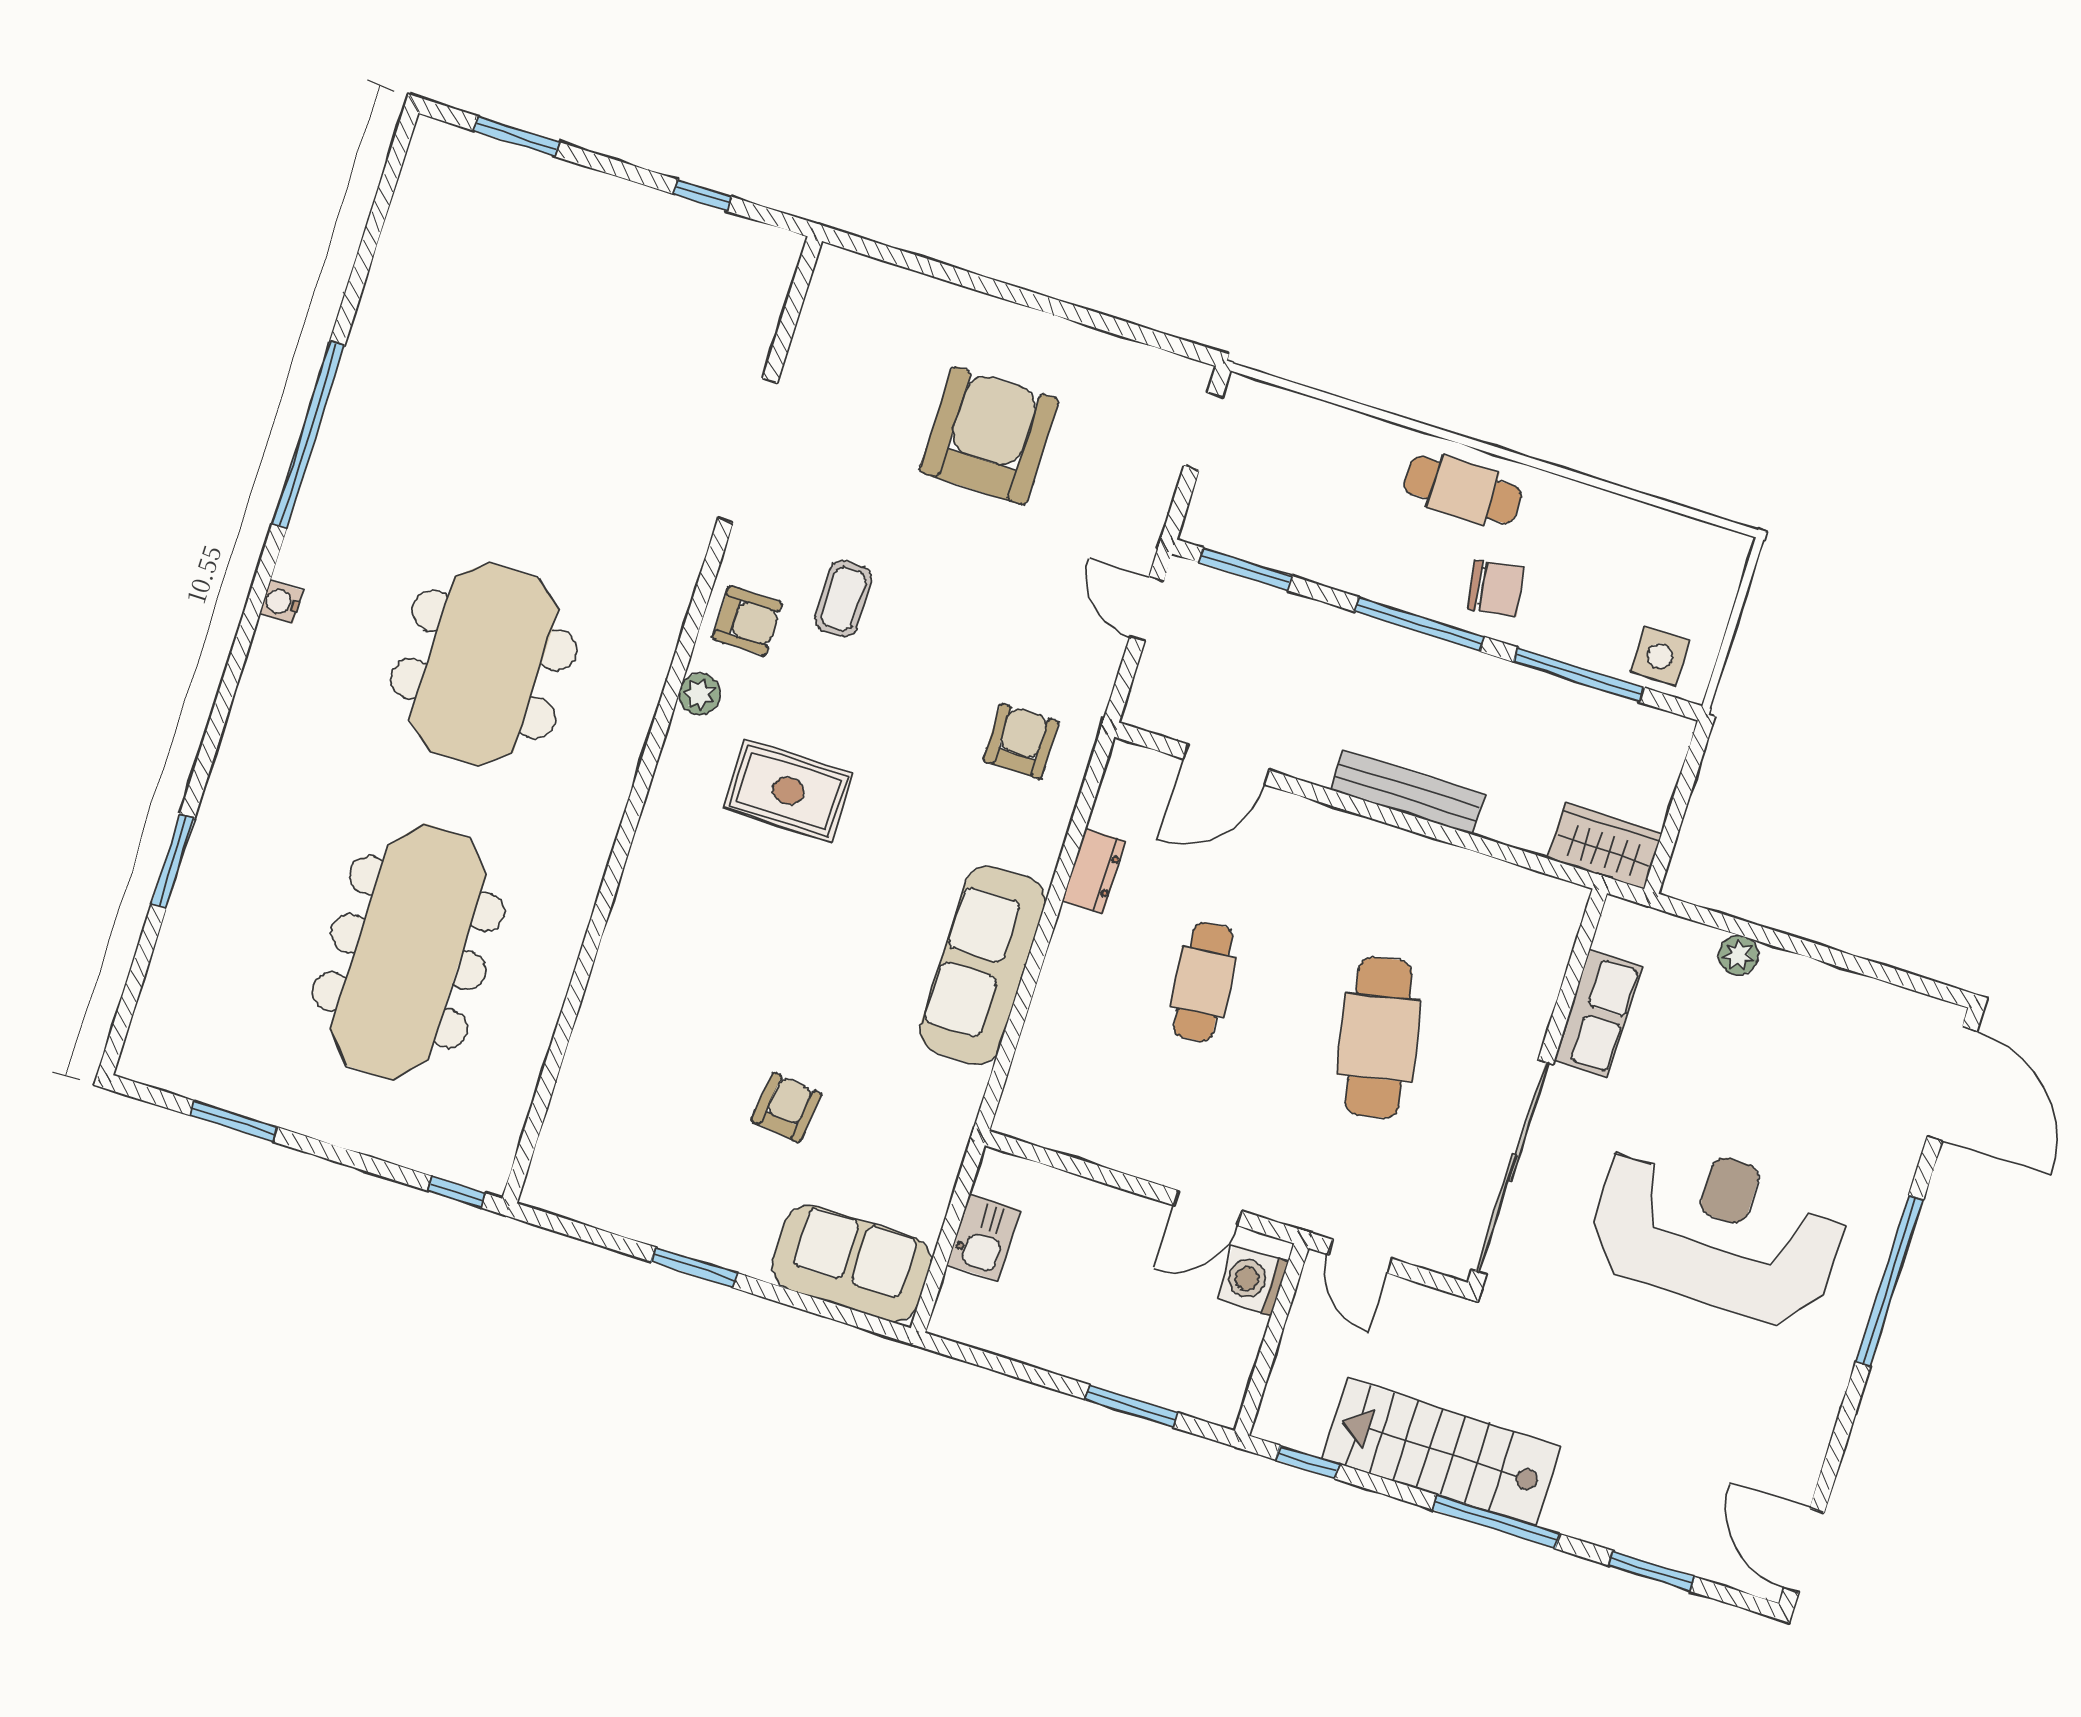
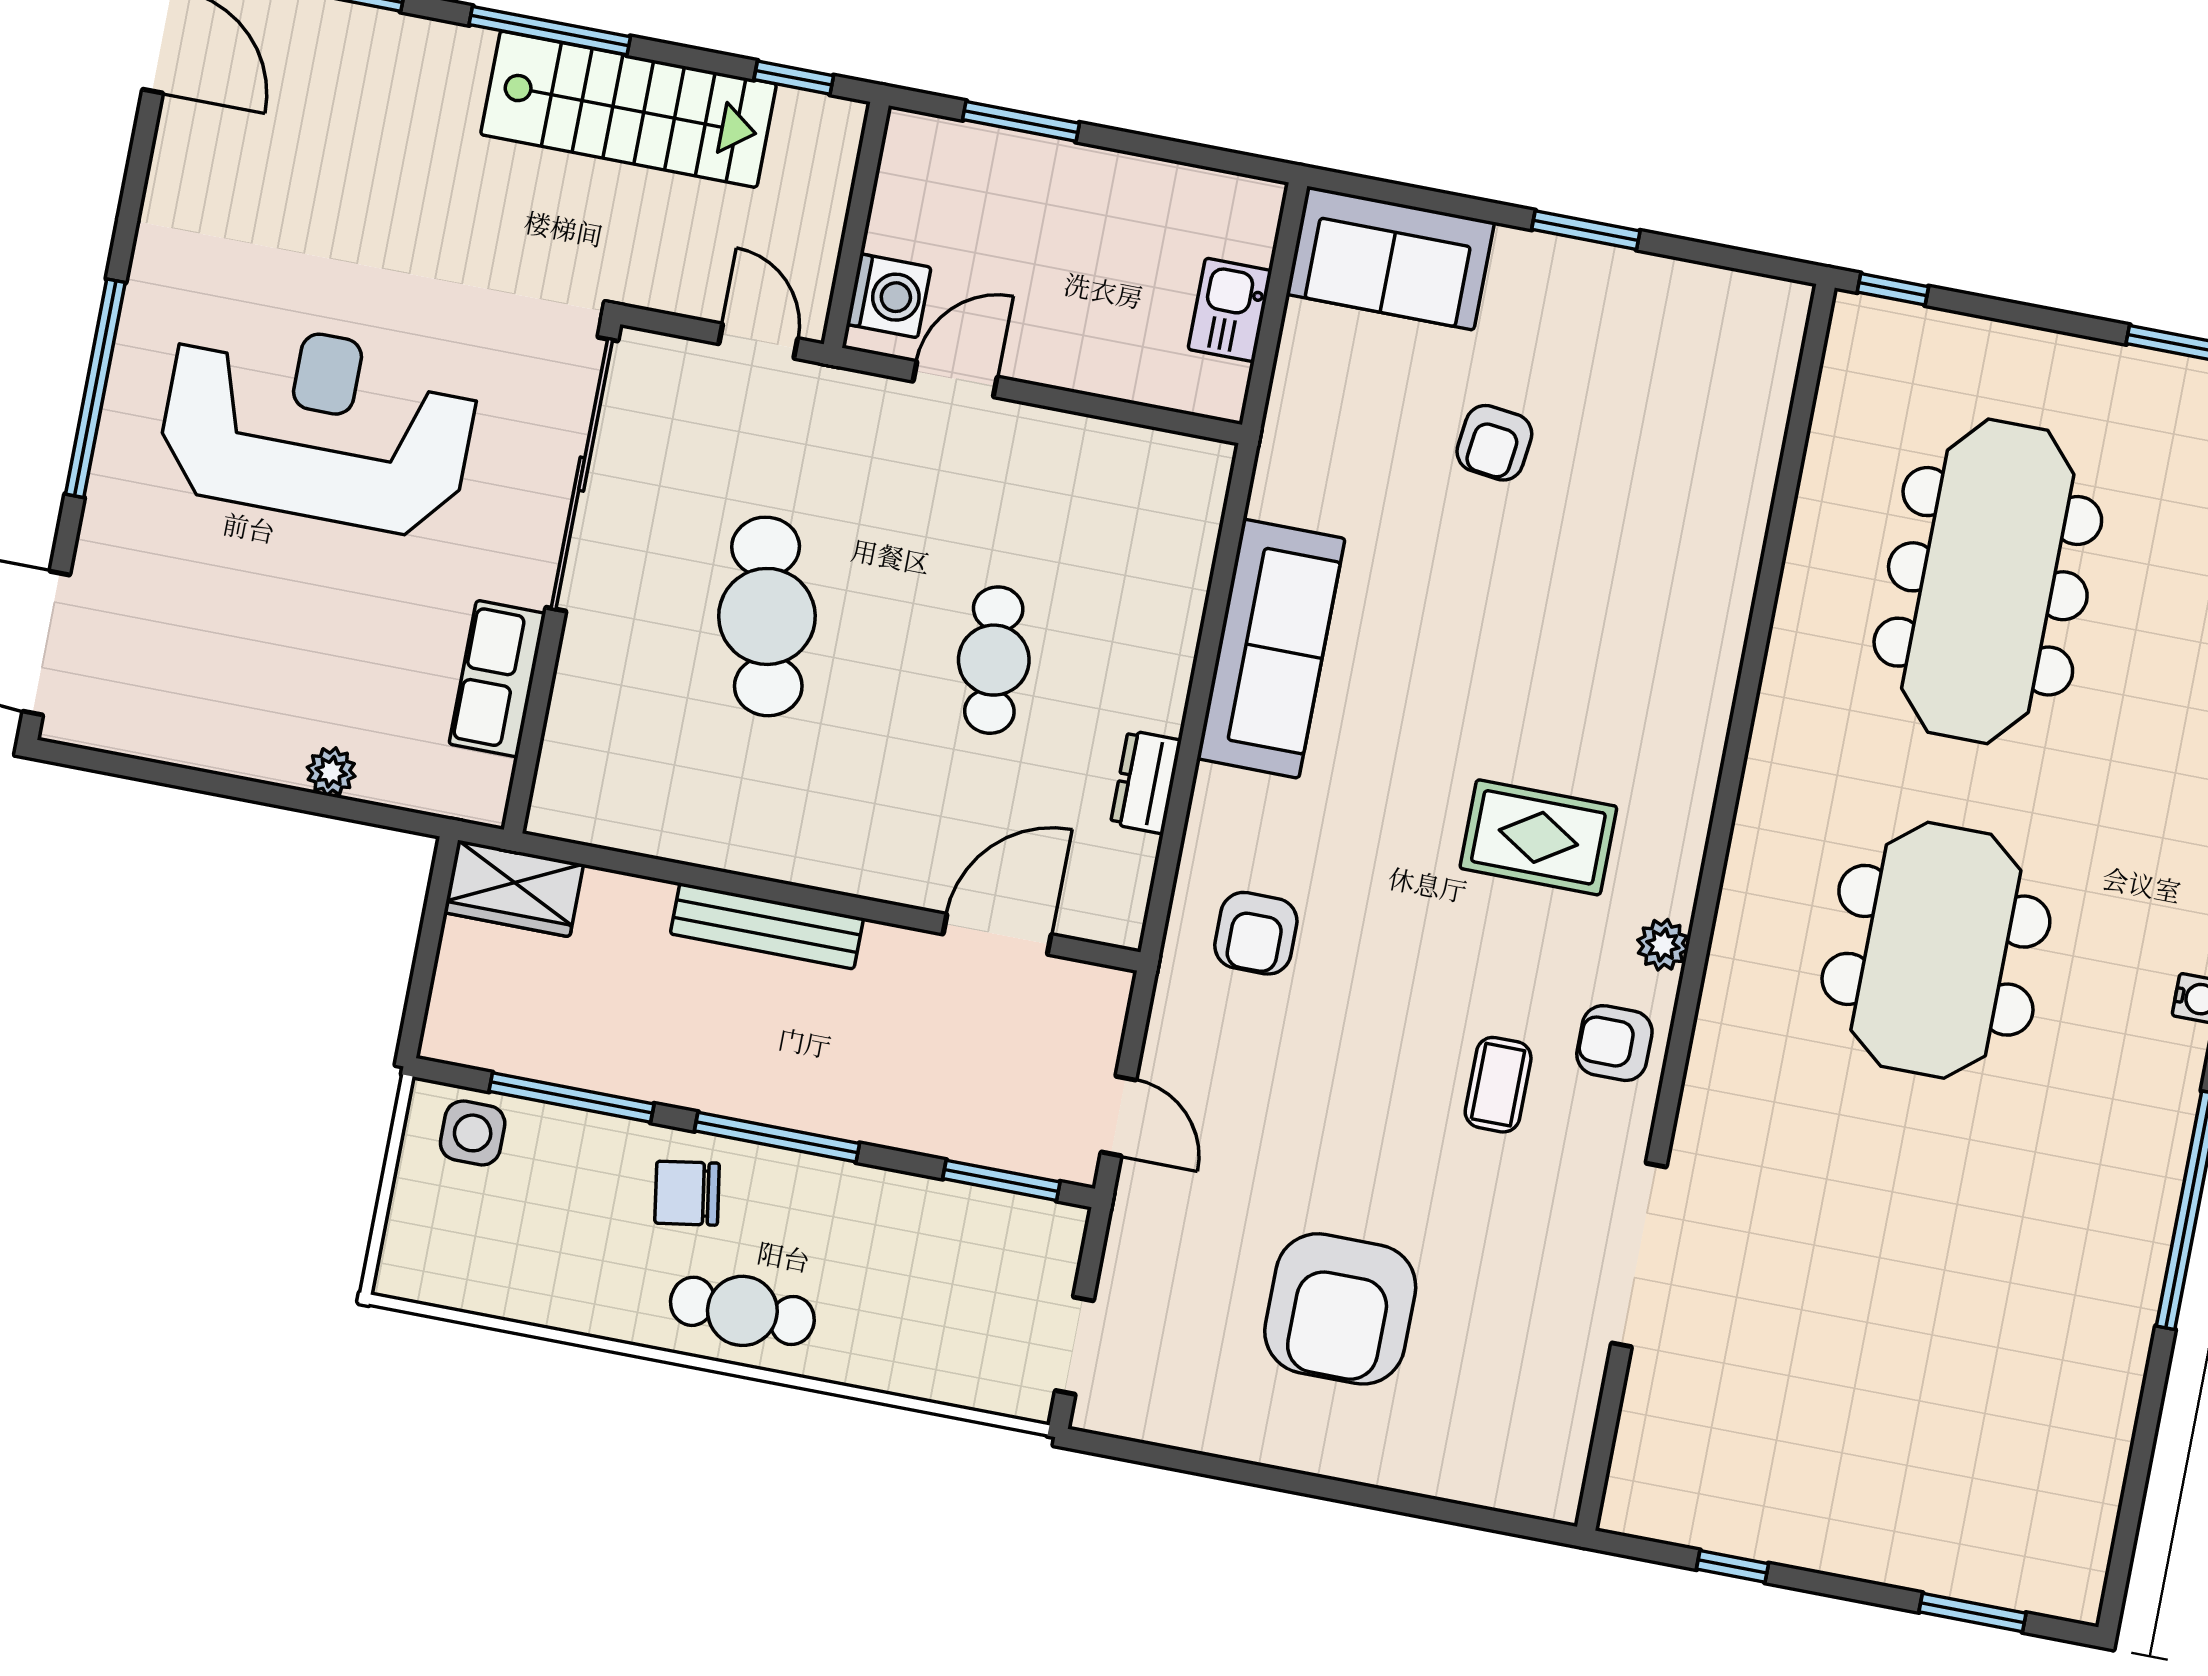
reception desk: (1717, 1230) -> (318, 426), turned 180

